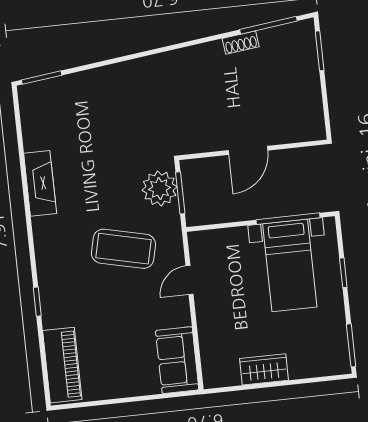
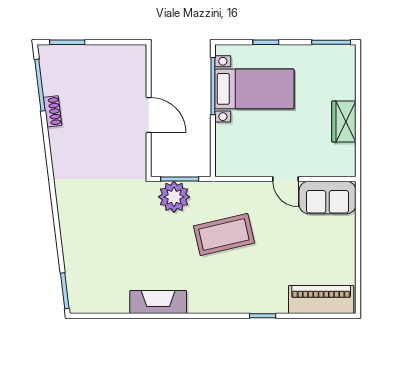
coffee table: (123, 249) -> (224, 234), turned 64
door: (190, 280) -> (286, 179), moved

